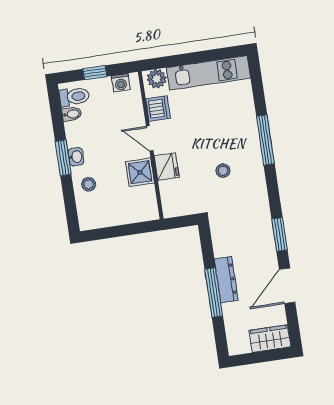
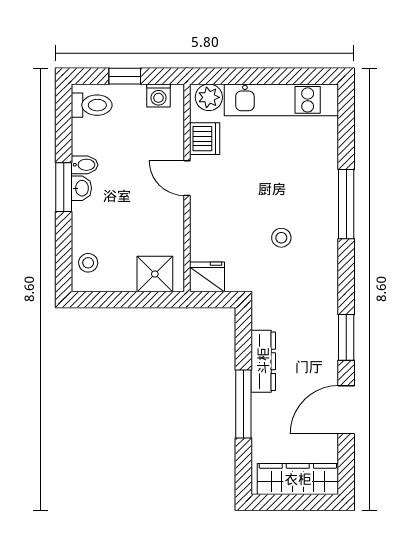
bidet: (72, 114) -> (85, 165), moved
fridge: (167, 167) -> (207, 277), moved, turned -90
shower: (140, 172) -> (155, 274), moved
stool: (89, 184) -> (88, 263), moved
dresser: (226, 280) -> (263, 361), moved
wardrobe: (270, 339) -> (298, 479), width x1.50

